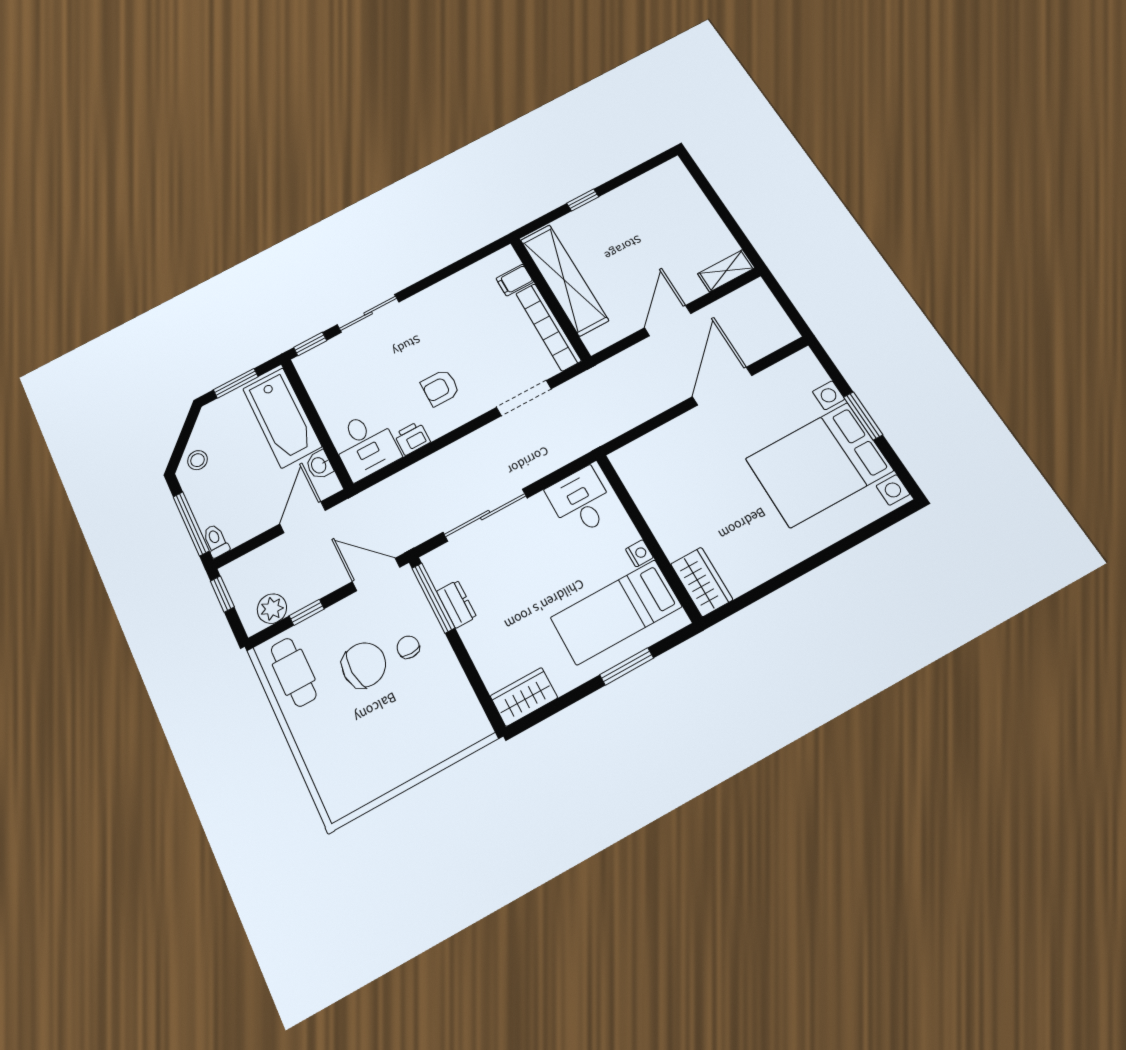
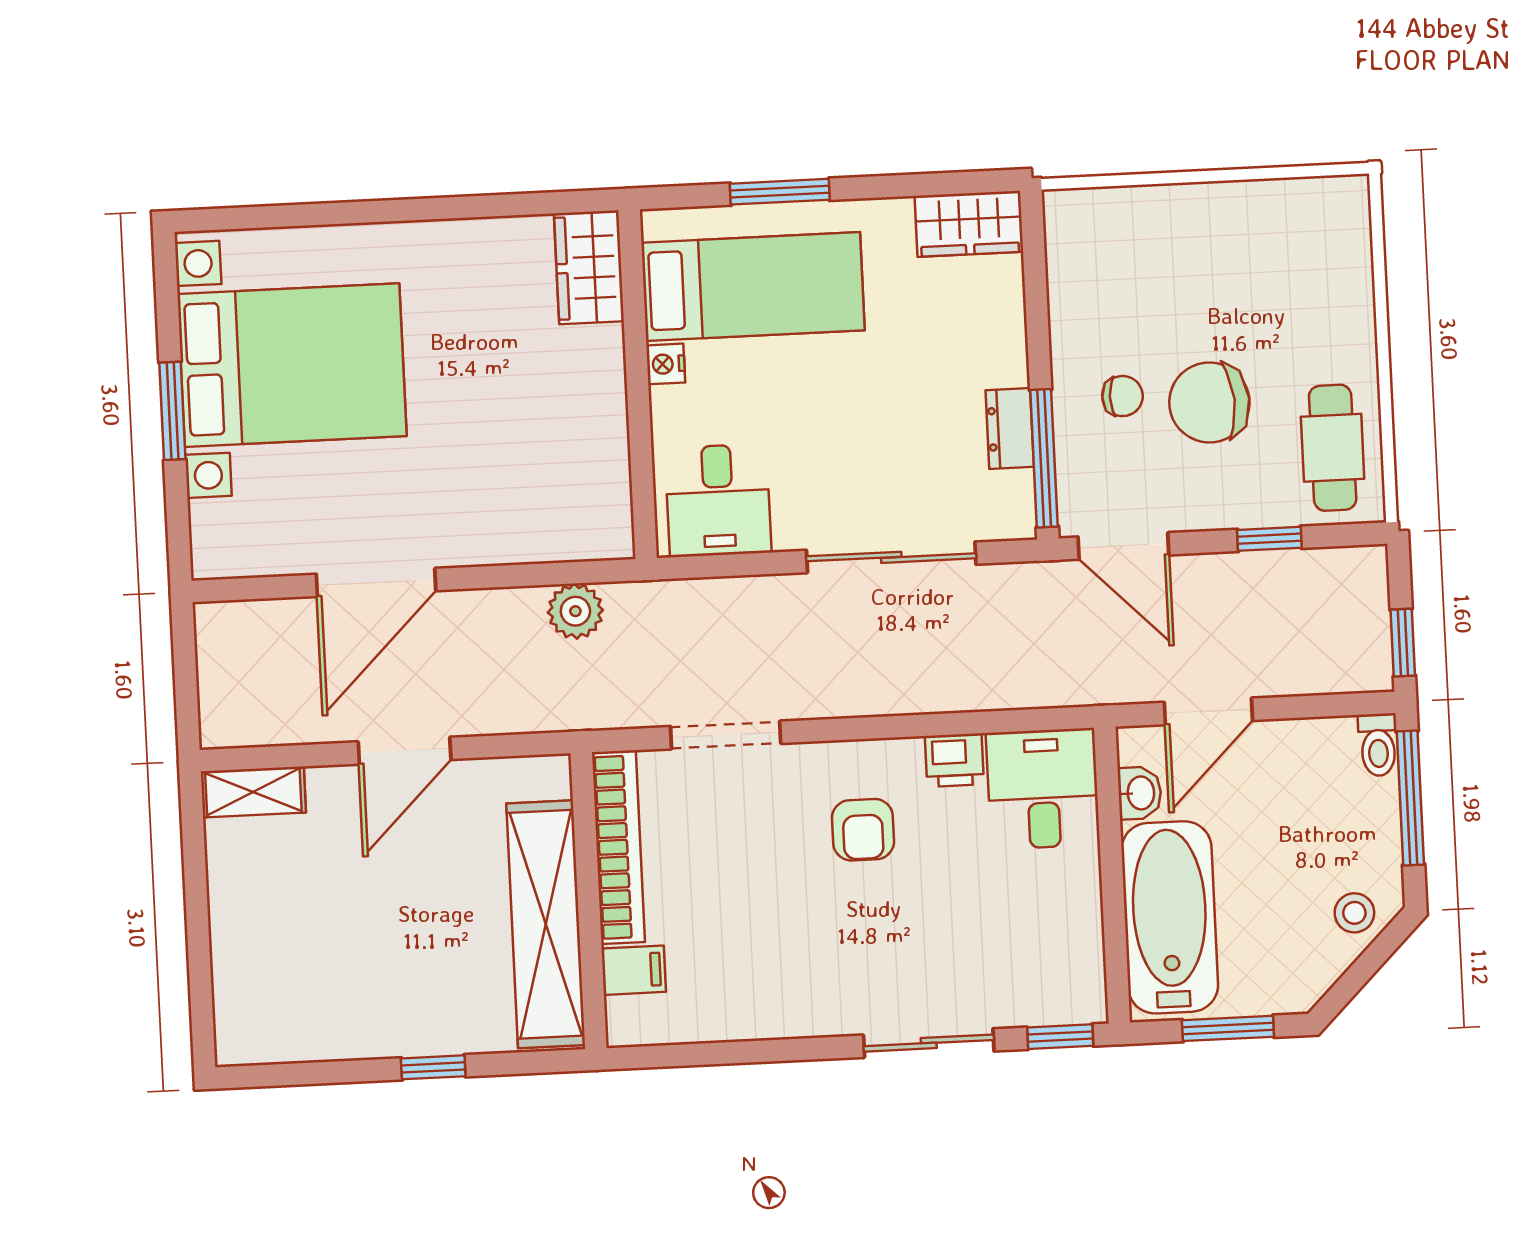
armchair: (440, 388) -> (863, 830), turned 90
plant: (272, 609) -> (575, 611), moved
chair: (408, 647) -> (1122, 396), turned -90

